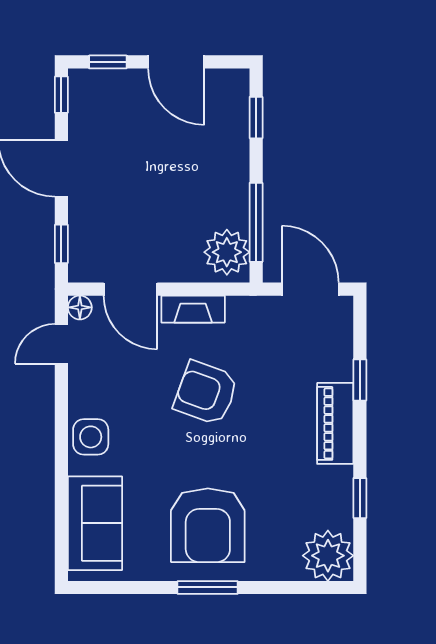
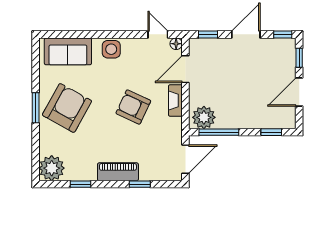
armchair: (206, 393) -> (133, 107), turned -85
armchair: (208, 525) -> (67, 108), turned 119

